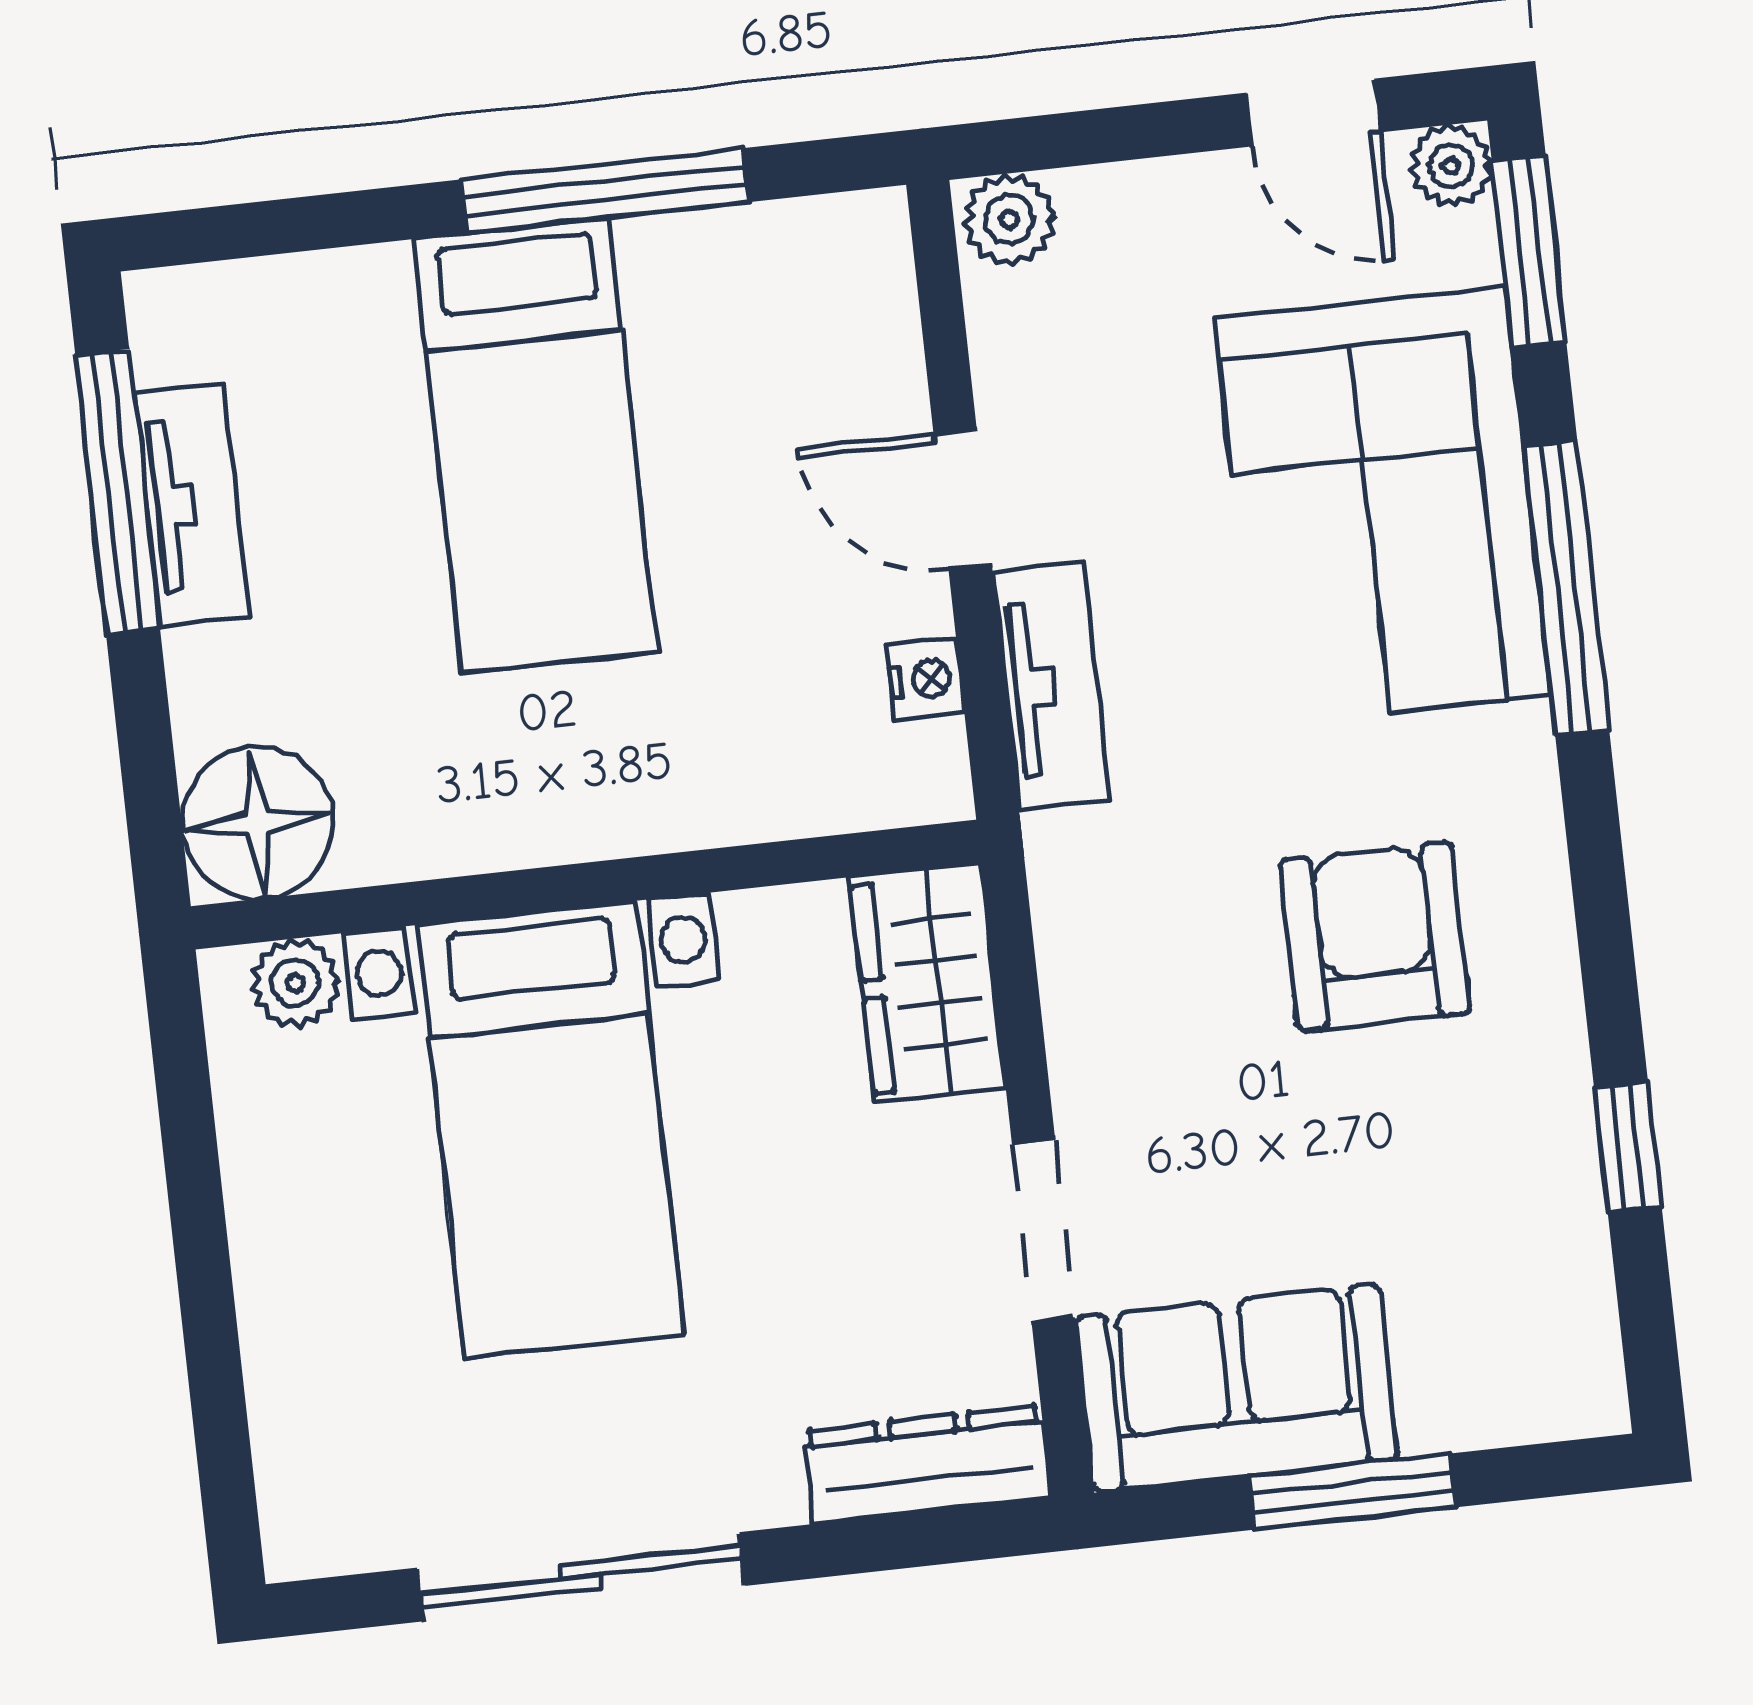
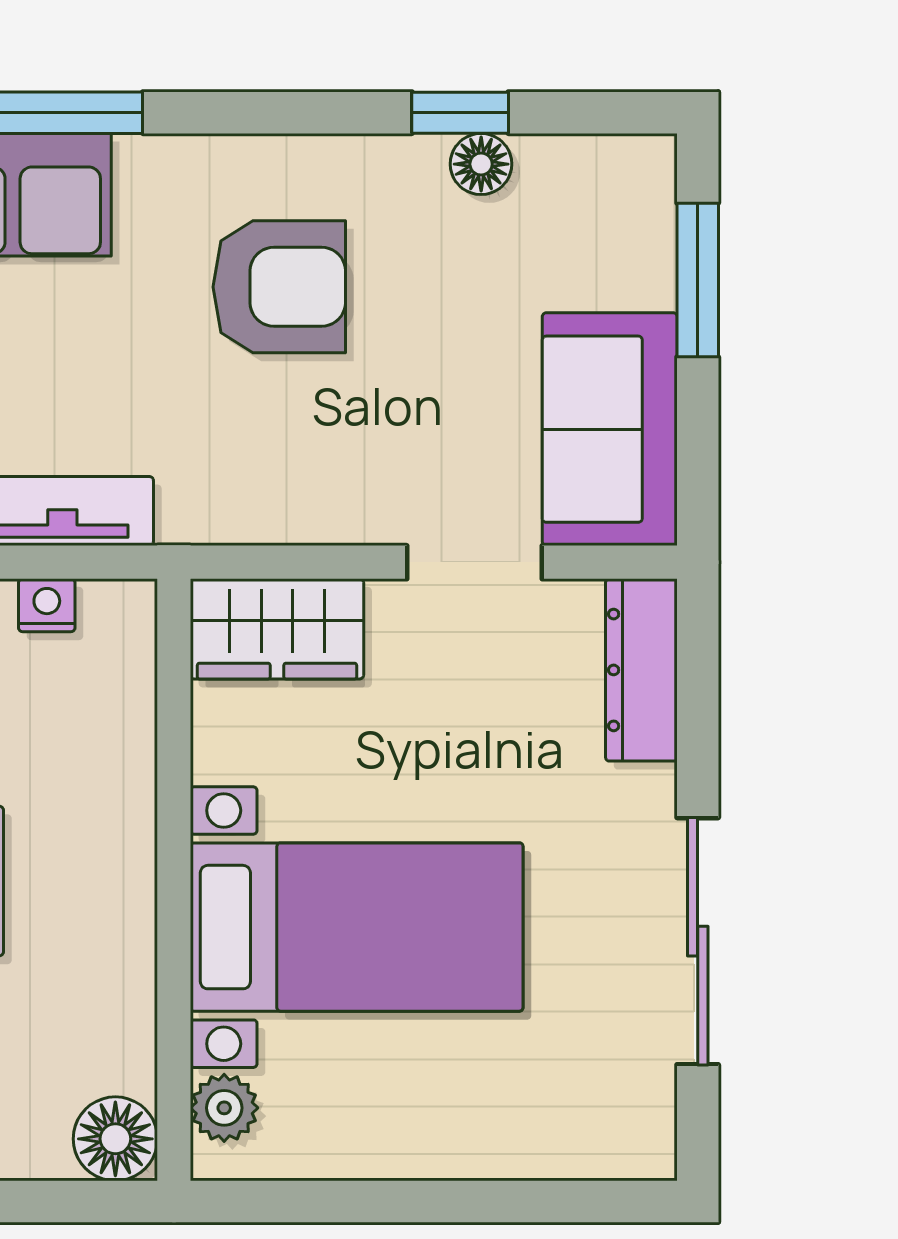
floor lamp: (258, 823) -> (115, 1139), width x0.73, depth x0.73
armchair: (1375, 936) -> (279, 287), turned 180
floor lamp: (1564, 1182) -> (481, 164), added
window: (1352, 1492) -> (698, 280), moved

